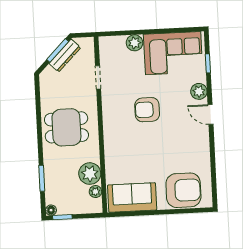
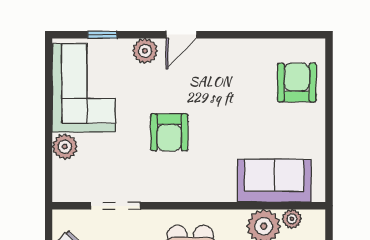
doorway: (98, 77) -> (115, 206), width x1.38
armchair: (183, 190) -> (297, 82), width x0.73, depth x0.73
sofa: (132, 198) -> (274, 181), moved, turned 90

